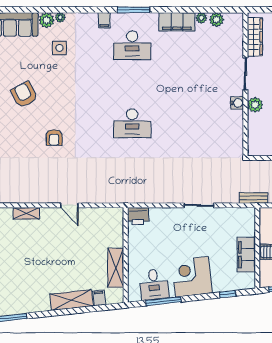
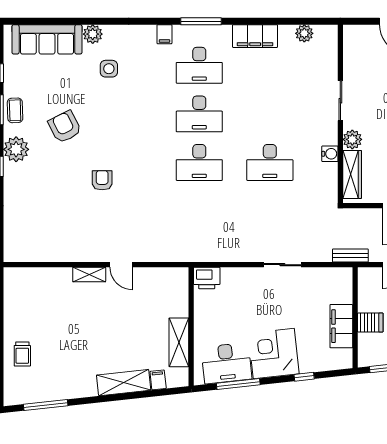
plant: (60, 17) -> (110, 31), removed
plant: (201, 18) -> (285, 31), removed
wardrobe: (255, 37) -> (352, 174), moved
desk: (132, 84) -> (199, 114), added
water cooler: (237, 103) -> (330, 154), moved
desk: (189, 123) -> (270, 162), added
armchair: (54, 138) -> (102, 180), turned 180
shelving: (26, 213) -> (89, 275), moved
desk: (154, 284) -> (226, 363), width x1.37
window: (228, 294) -> (304, 377), moved

